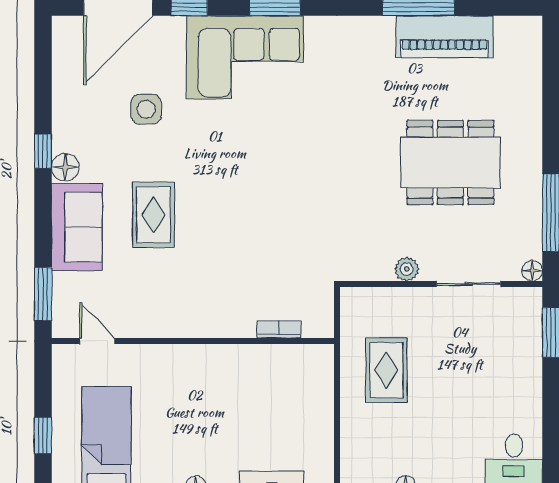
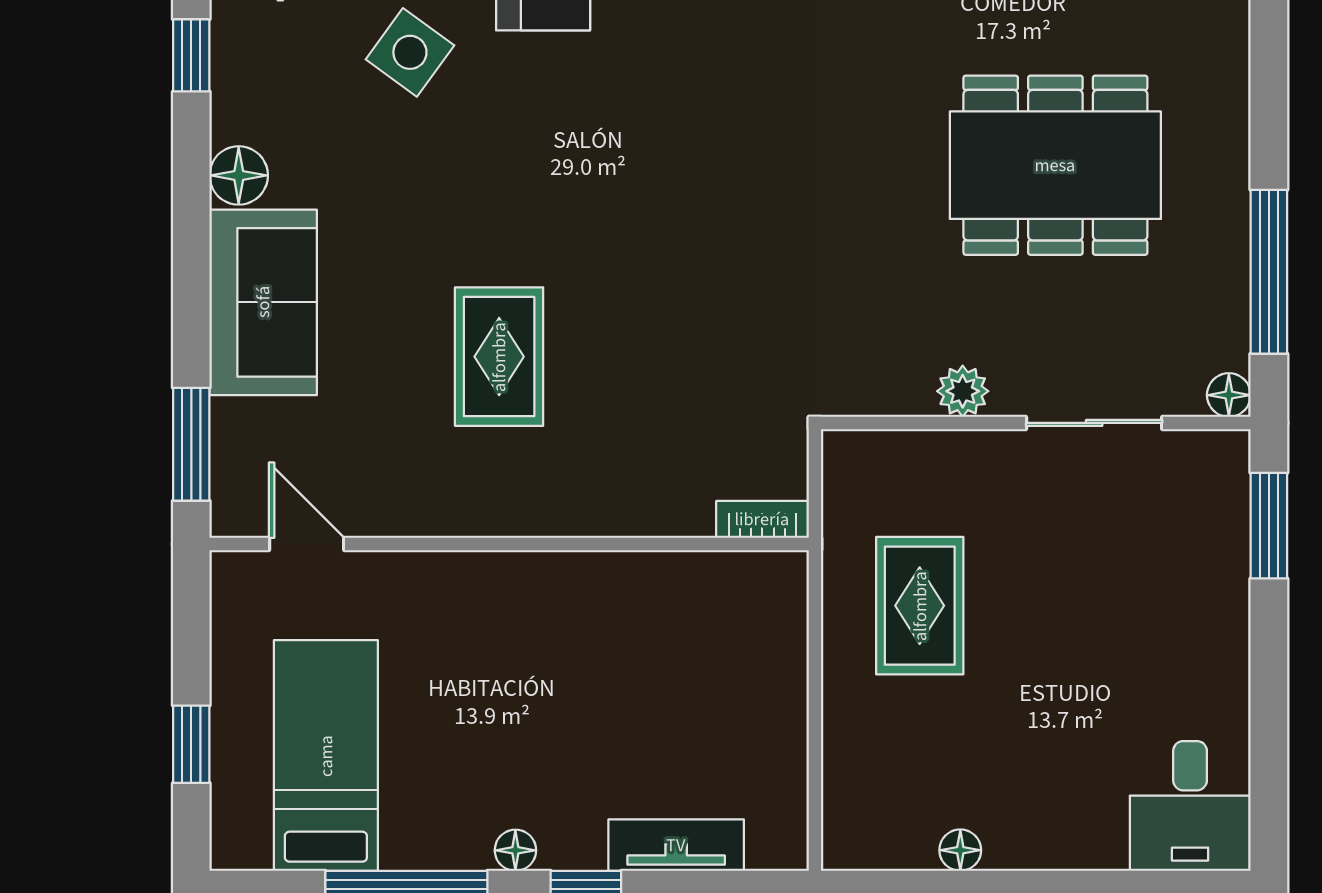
side table: (146, 109) -> (410, 52), turned 36
window: (43, 151) -> (191, 55), moved
rug: (154, 215) -> (499, 357), moved
bookcase: (279, 329) -> (762, 519), moved

